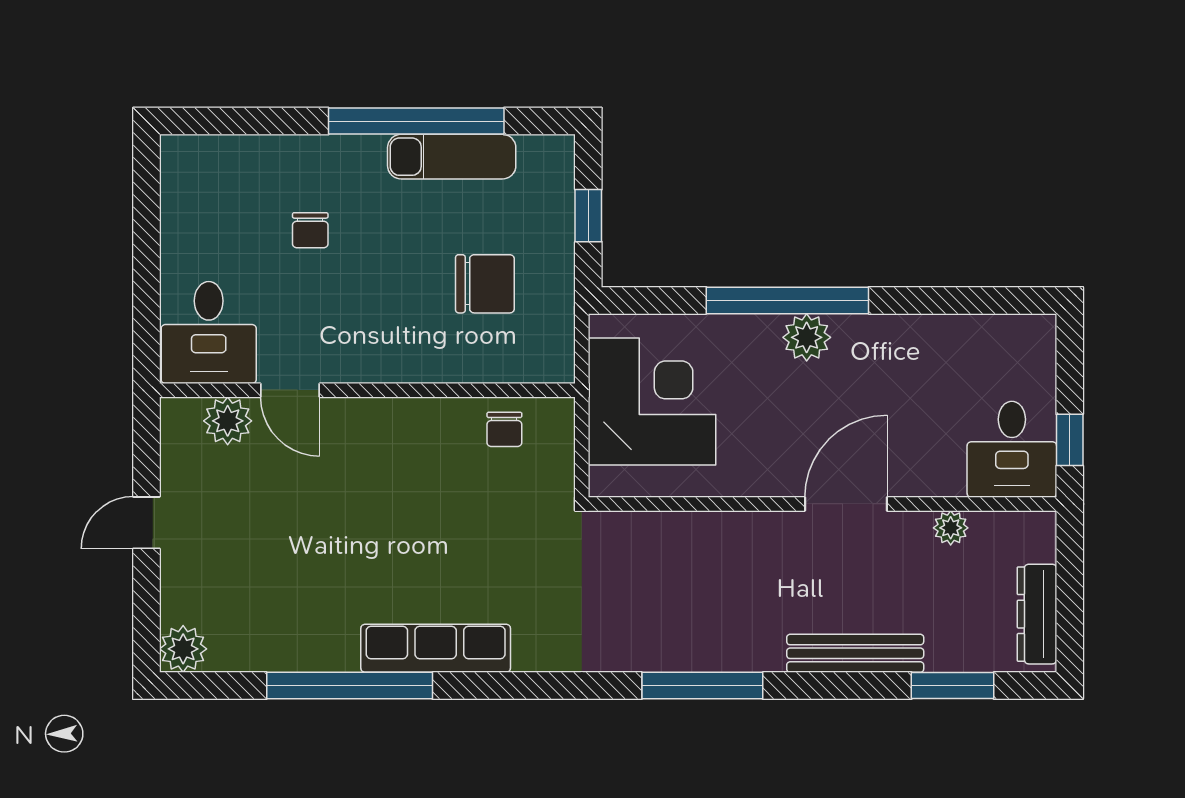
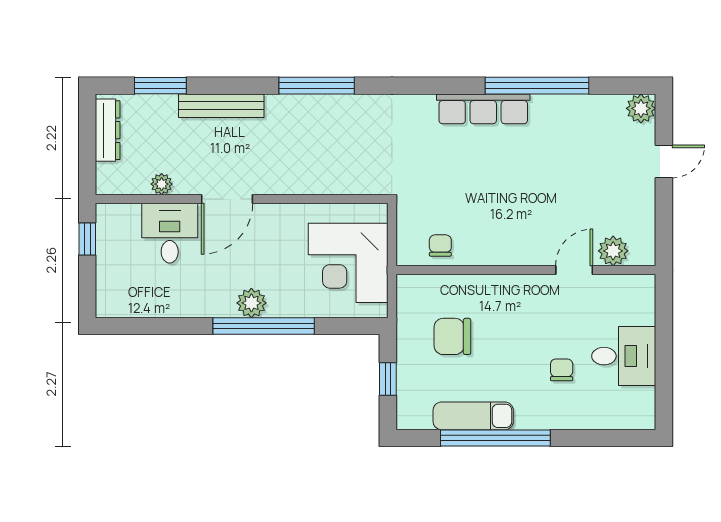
desk: (209, 333) -> (624, 356), moved, turned 90
door: (290, 390) -> (574, 270), hinge flipped
desk: (1012, 449) -> (170, 233), moved
door: (146, 523) -> (664, 162), moved

